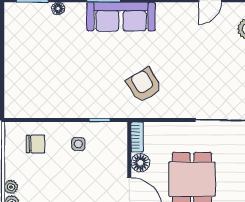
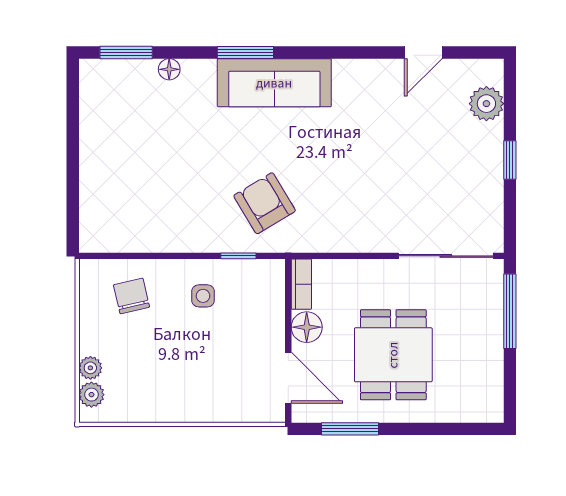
armchair: (144, 85) -> (265, 203), moved
chair: (36, 144) -> (132, 296), turned -103

